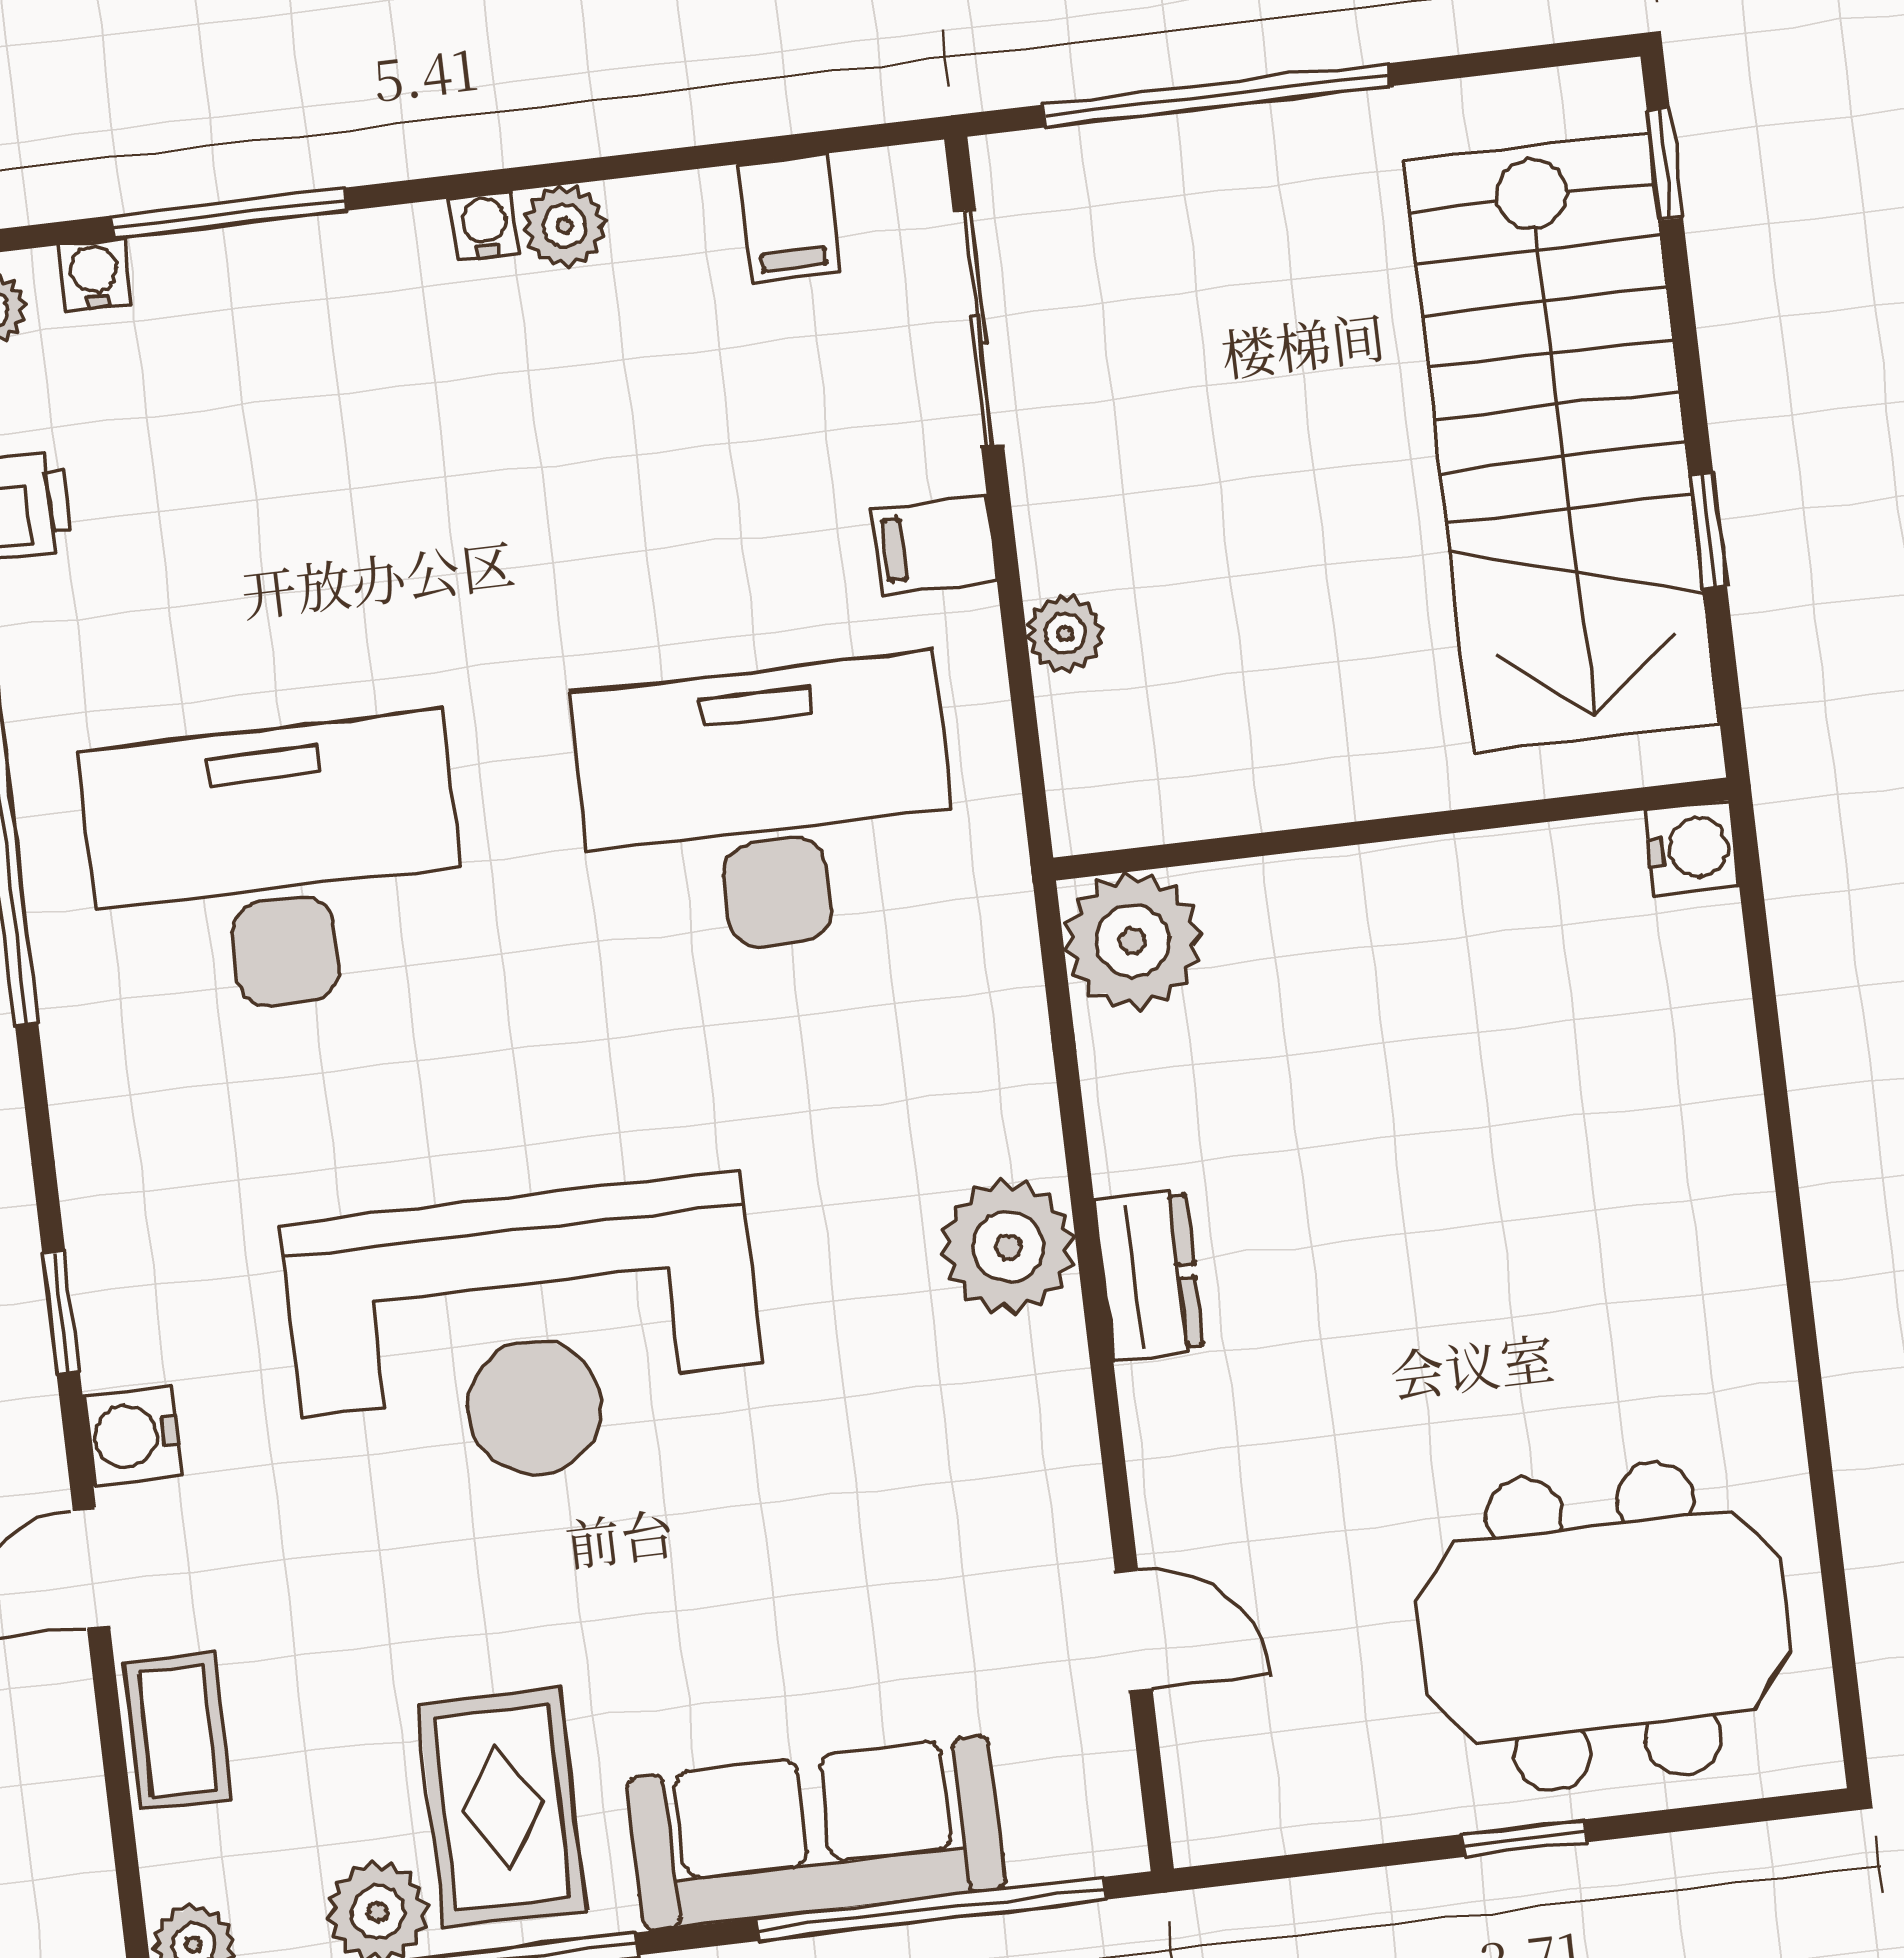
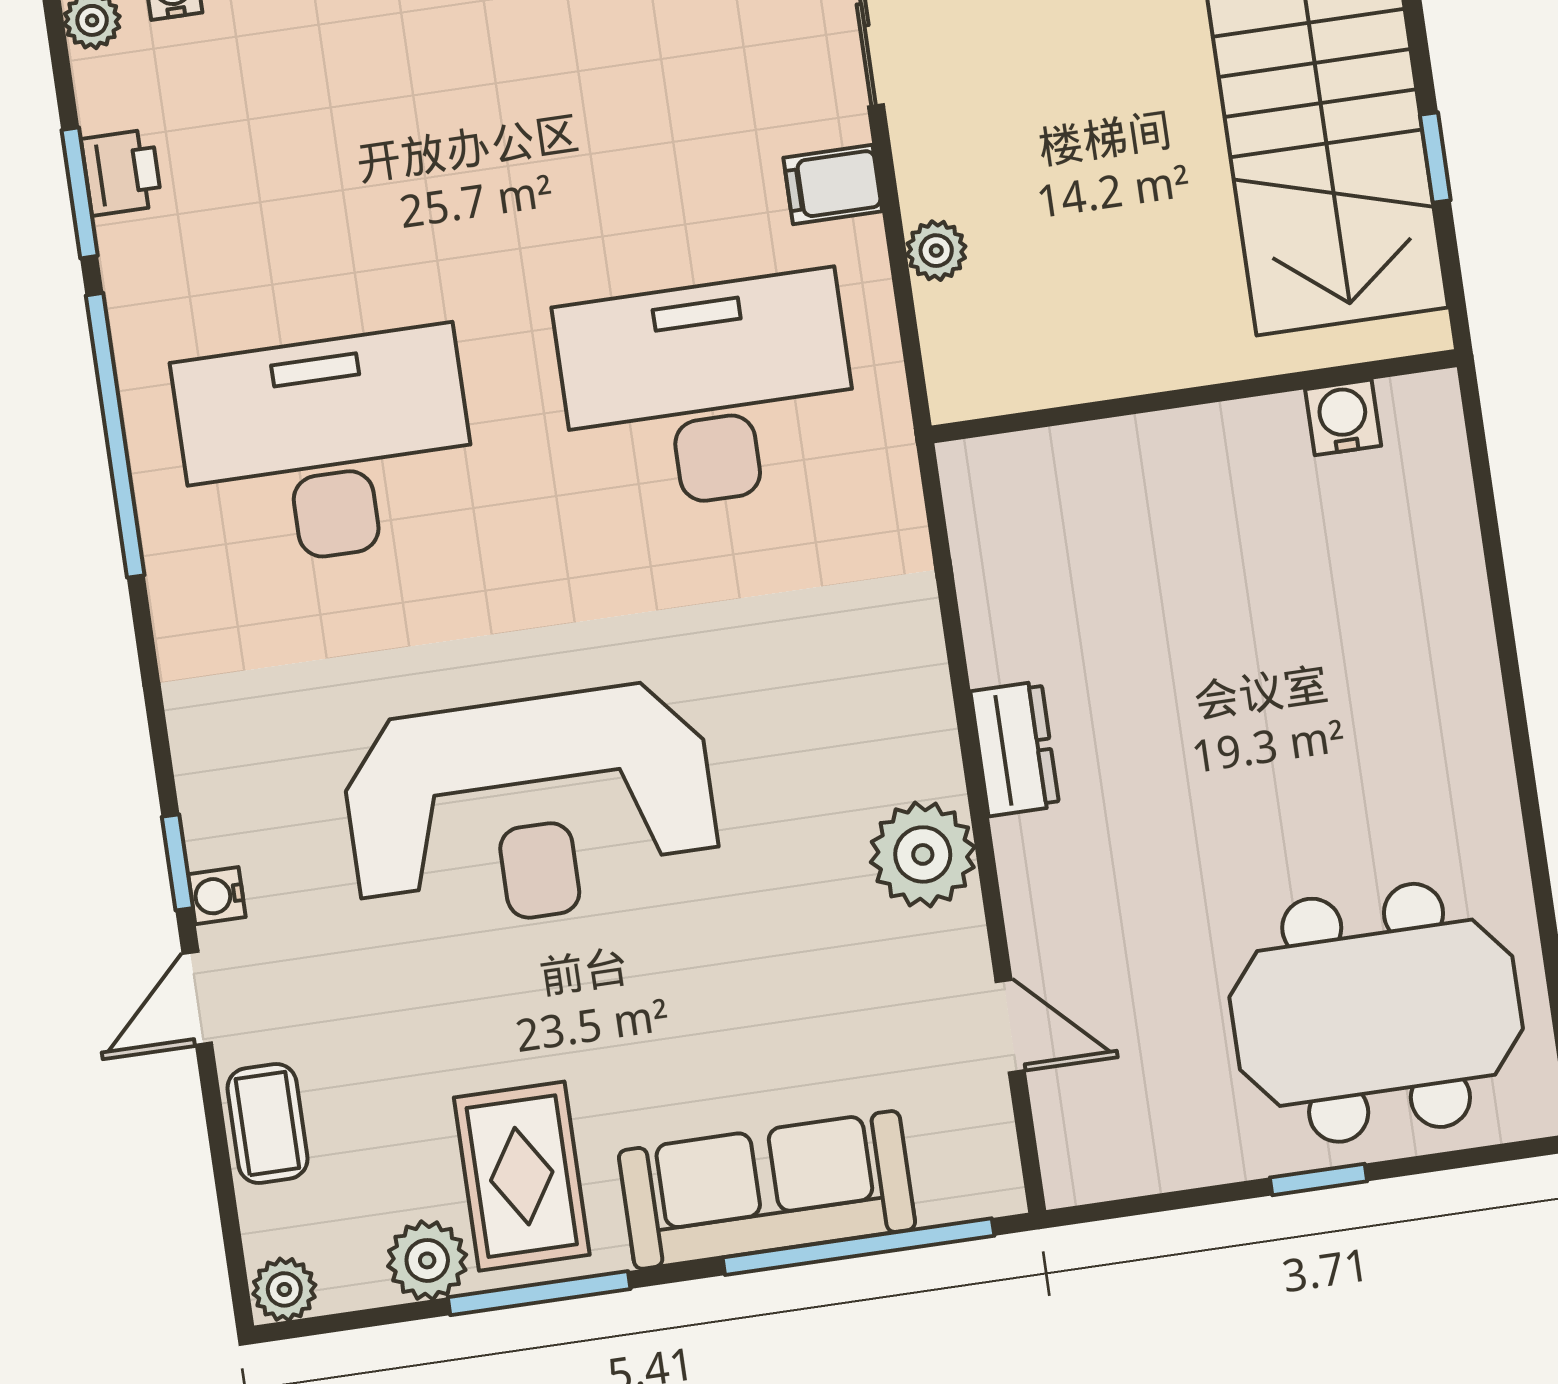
water cooler: (1691, 848) -> (1343, 417), moved, turned -90
plant: (1133, 941) -> (995, 489), removed
plant: (1008, 1247) -> (923, 854), moved
window: (61, 1312) -> (177, 862), moved
water cooler: (133, 1435) -> (217, 896), width x0.72, depth x0.72

